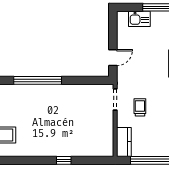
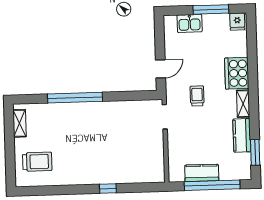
trolley: (140, 107) -> (197, 96), moved
kitchen counter: (124, 142) -> (202, 173), moved, turned -90

